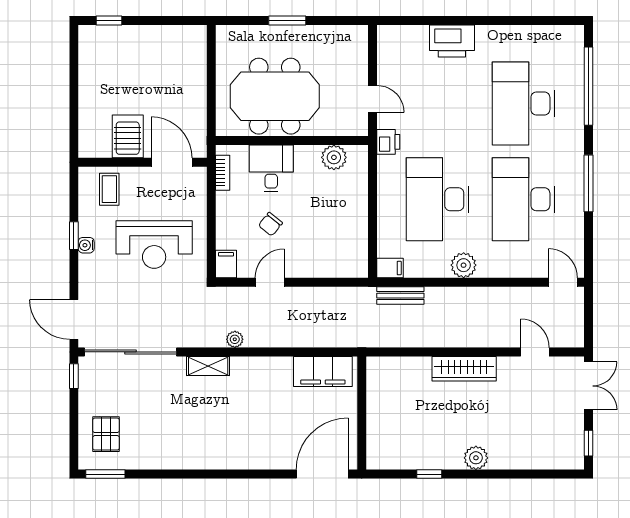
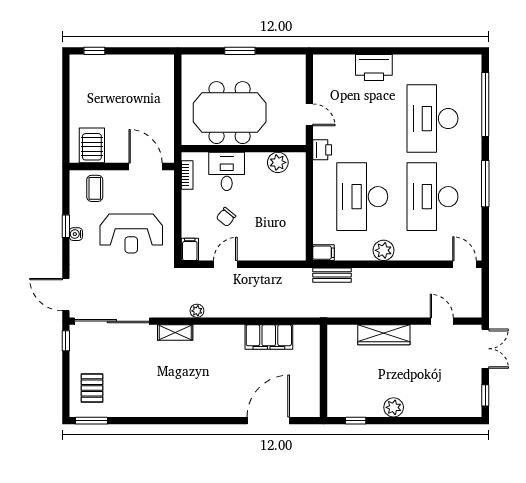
server rack: (128, 136) -> (92, 145), moved
wall: (362, 413) -> (324, 371), moved

